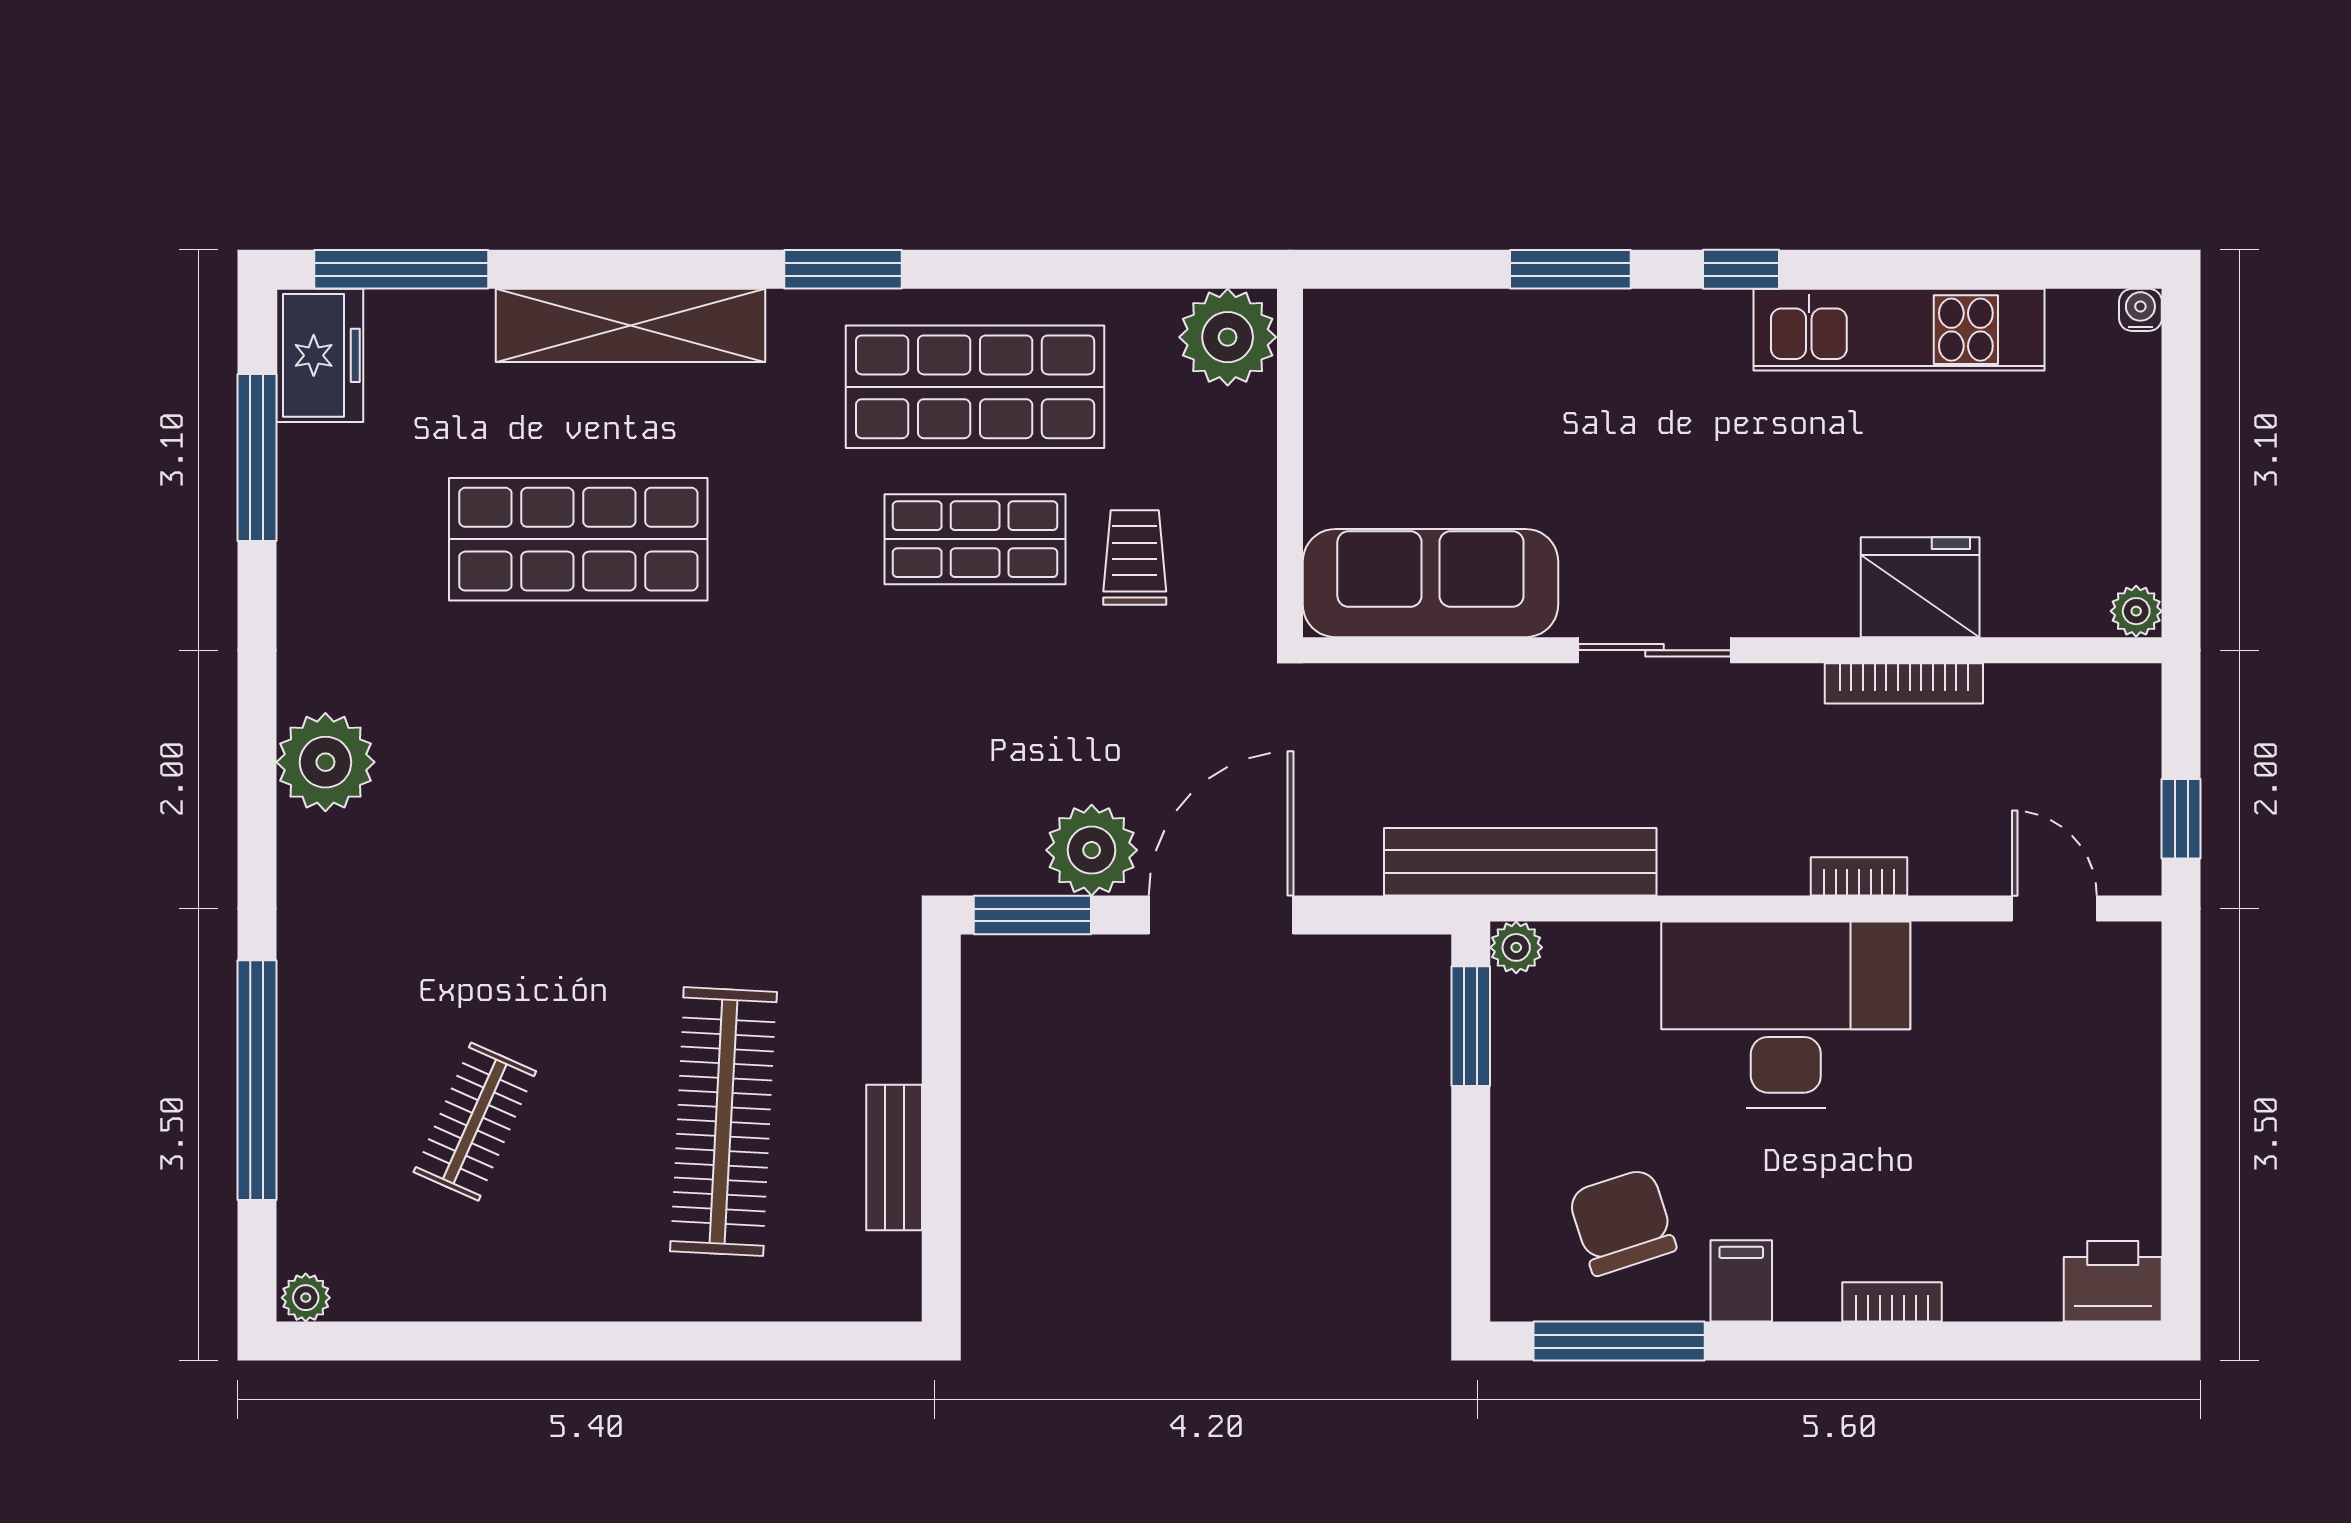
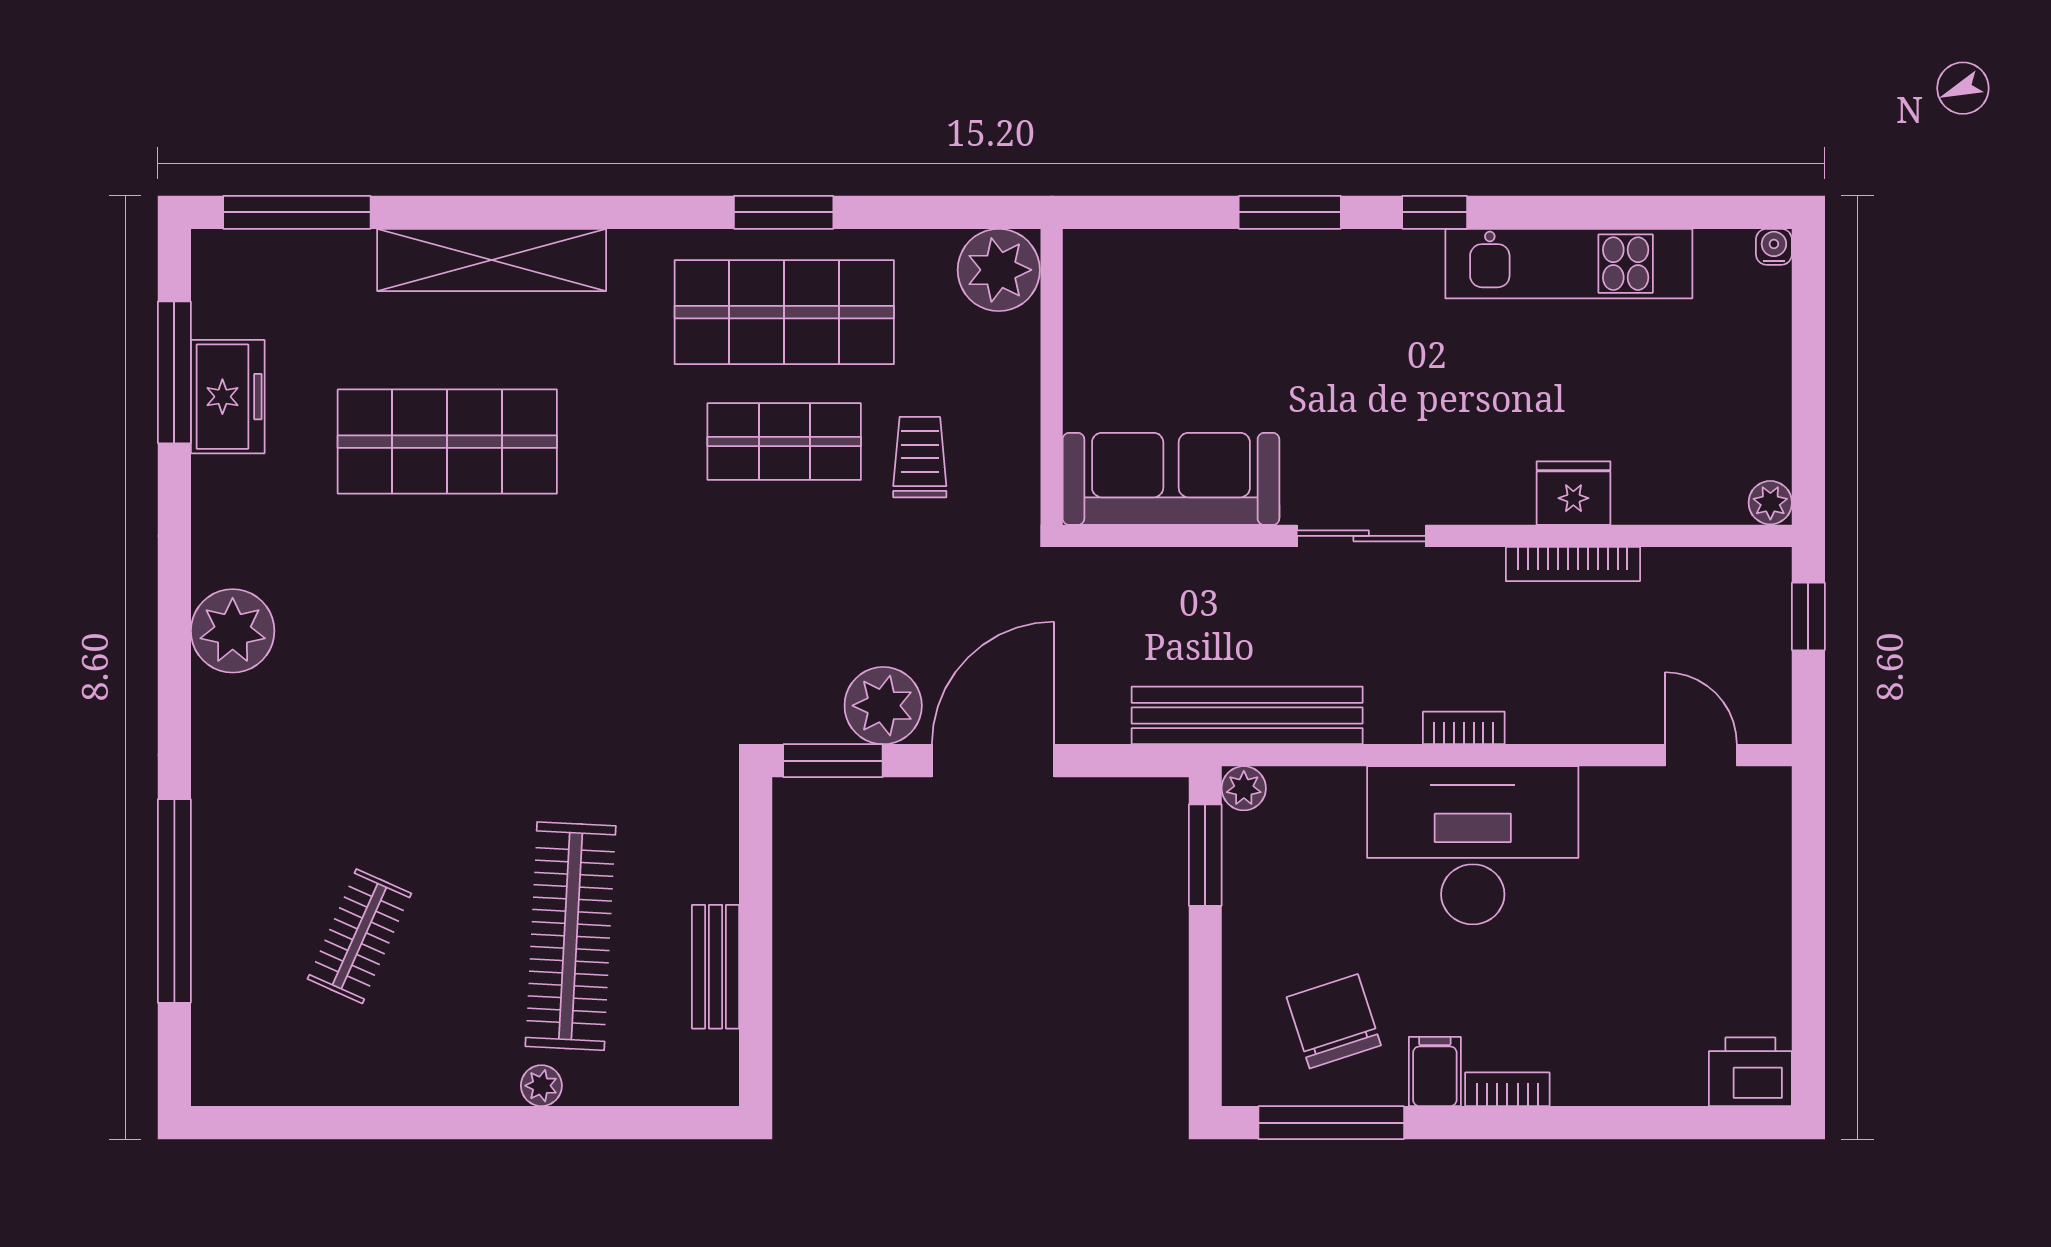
window: (843, 269) -> (784, 212), moved
freezer: (320, 355) -> (228, 397), moved
fridge: (1920, 587) -> (1573, 493), width x0.73, depth x0.75
window: (2181, 819) -> (1808, 616), moved
bookcase: (1859, 876) -> (1464, 728), moved
plant: (306, 1298) -> (541, 1086), moved
bookcase: (1892, 1302) -> (1507, 1089), moved

